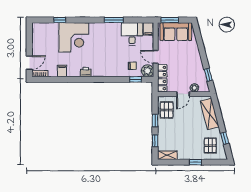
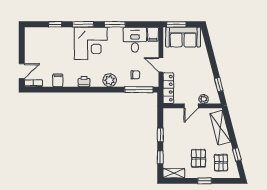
window: (85, 20) -> (83, 24), added
corner desk: (74, 37) -> (91, 43), moved
plant: (148, 71) -> (110, 80), moved
window: (136, 79) -> (139, 90), width x2.17
pallet: (167, 110) -> (198, 158), moved

